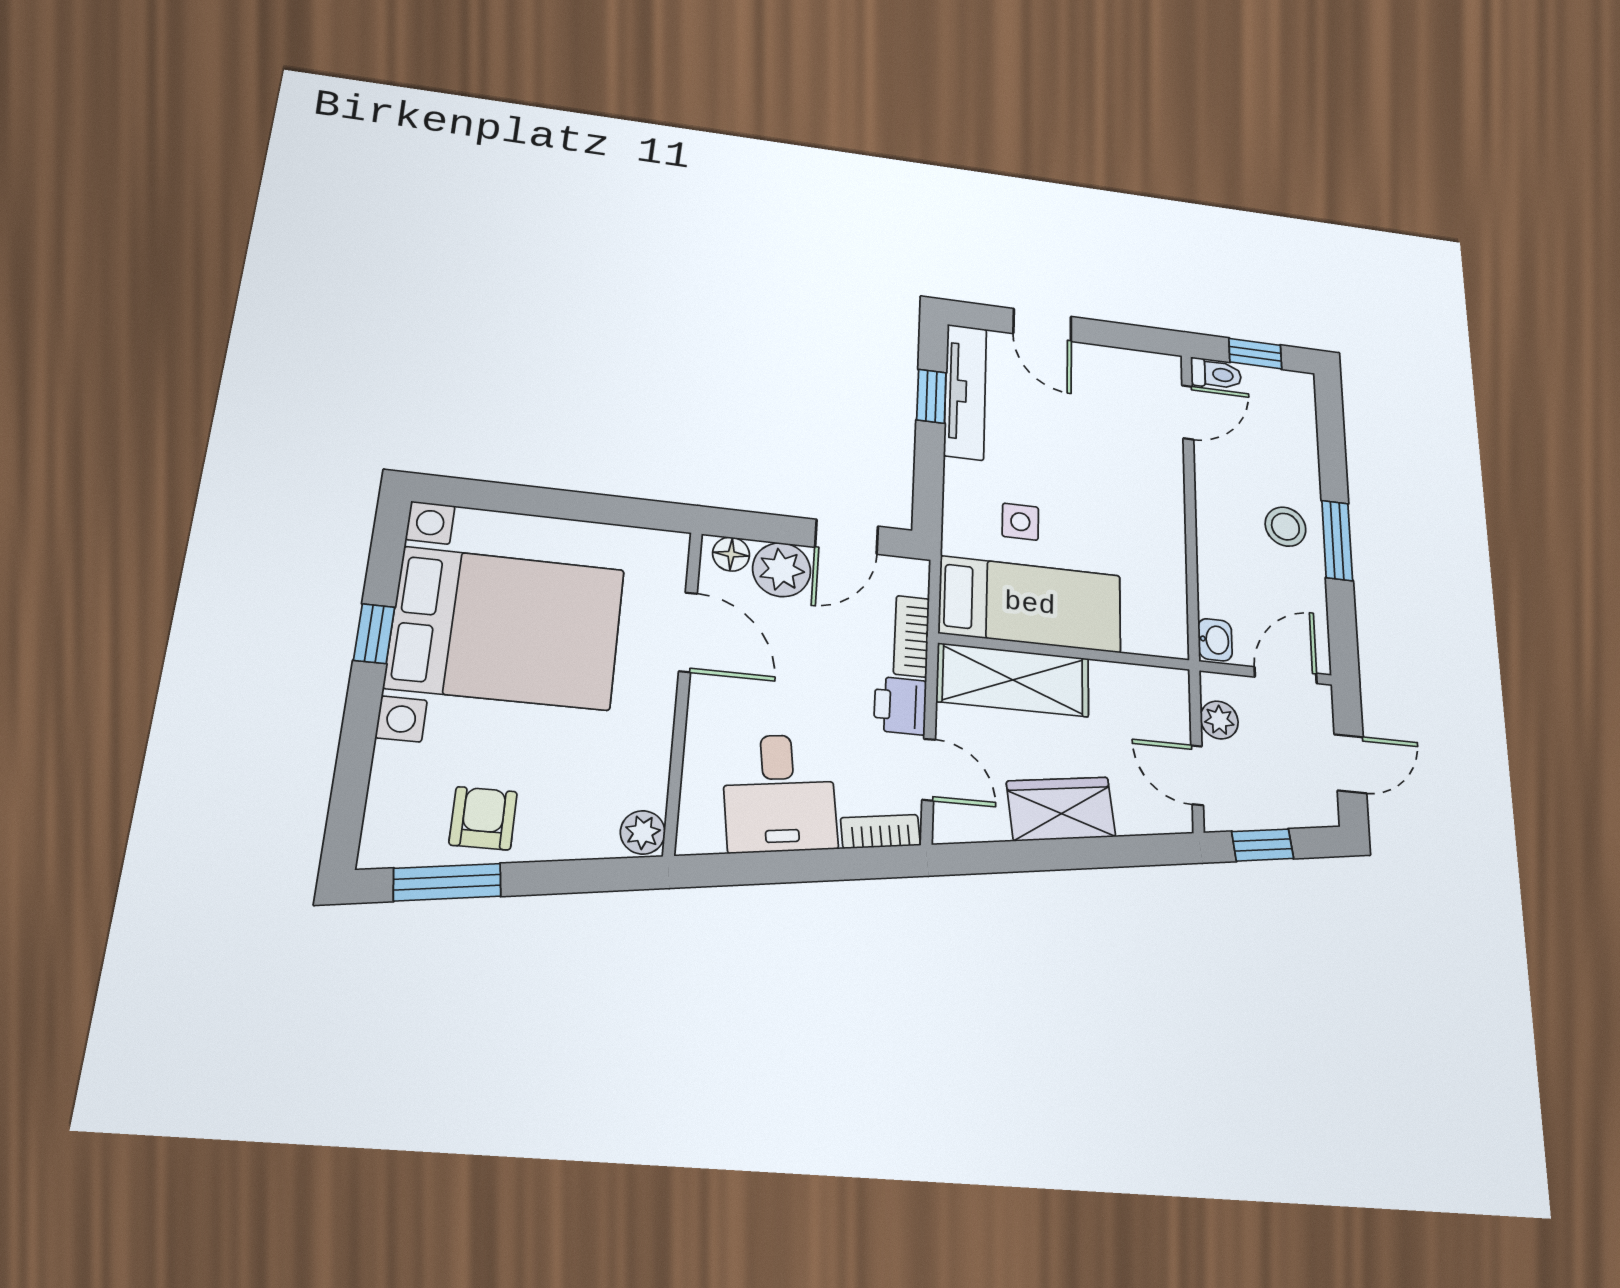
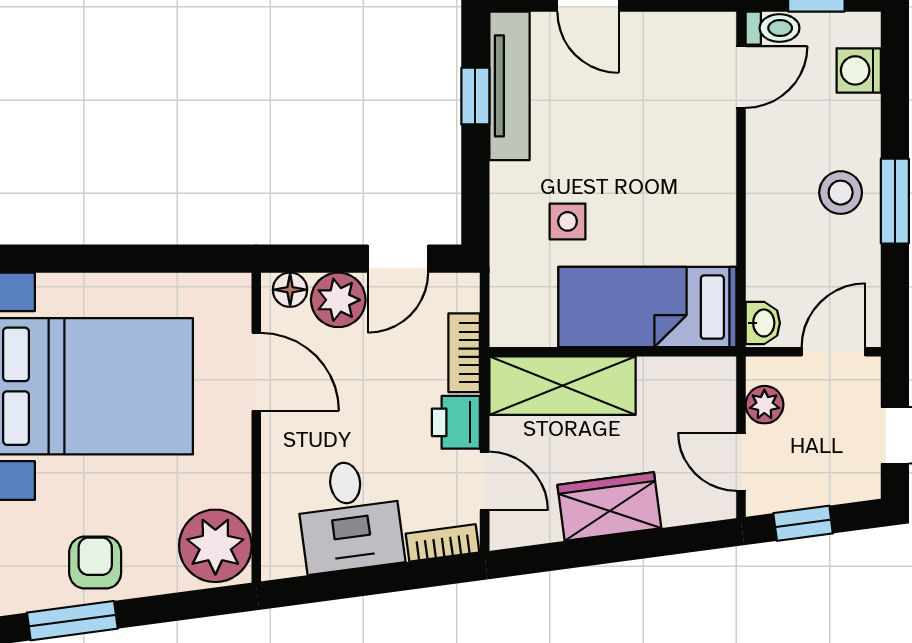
washing machine: (1297, 421) -> (859, 70), added
bed: (1030, 604) -> (647, 307), moved, turned 180
plant: (643, 832) -> (215, 546), width x1.88, depth x1.88

